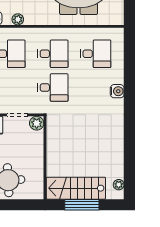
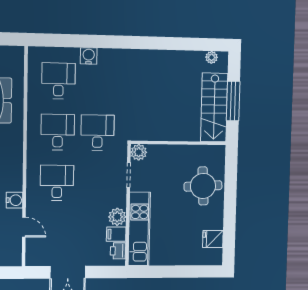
plant: (18, 19) -> (16, 173), removed
water cooler: (117, 91) -> (89, 56), moved

